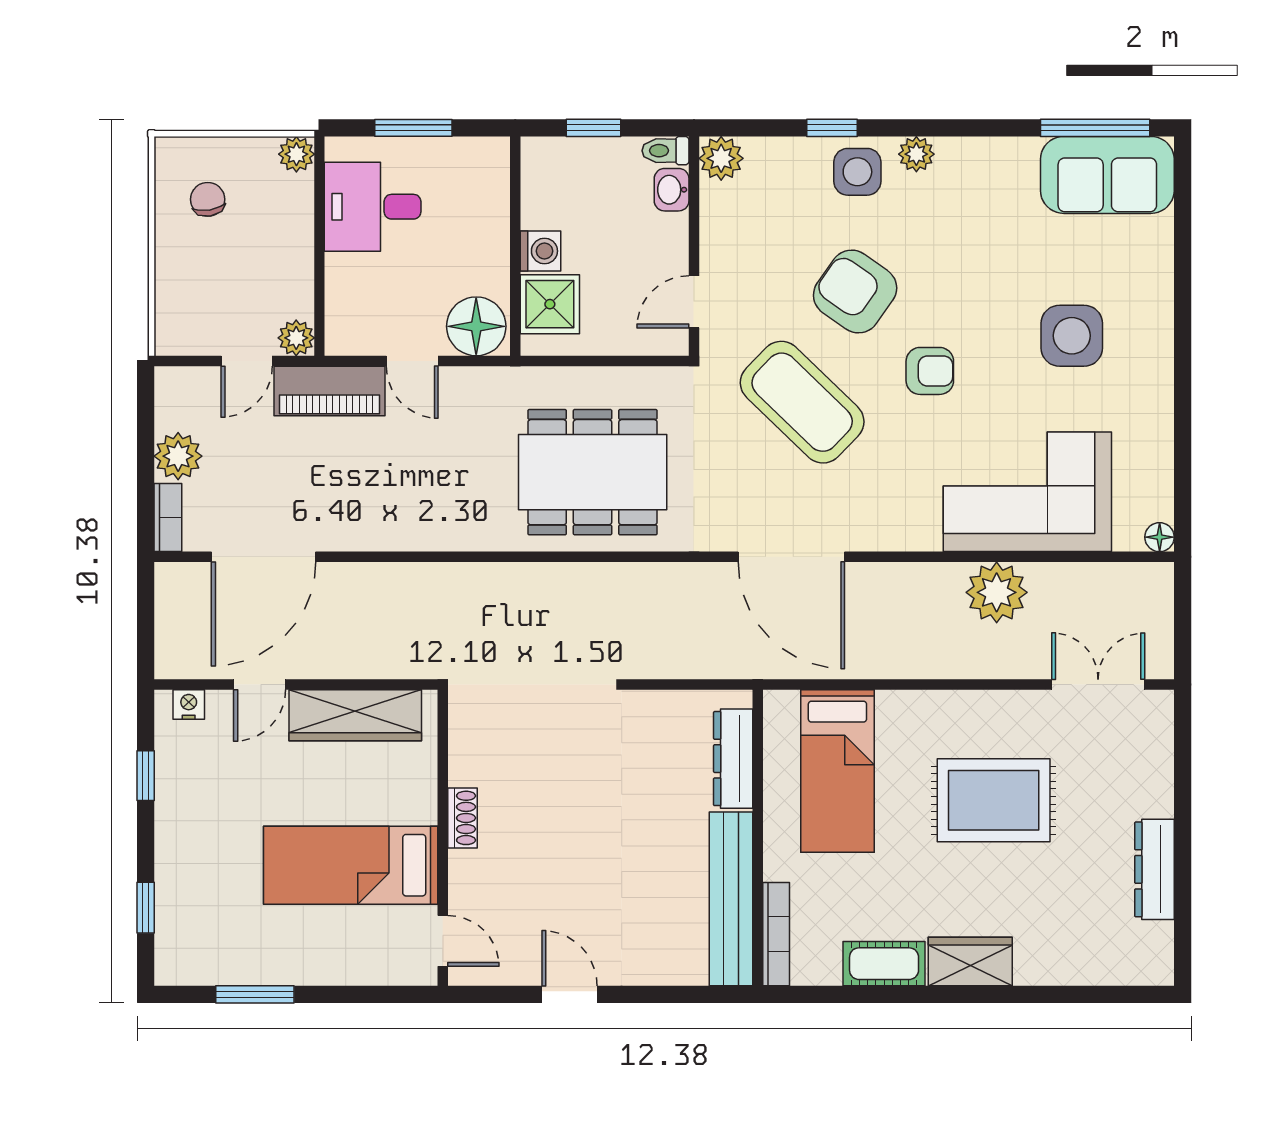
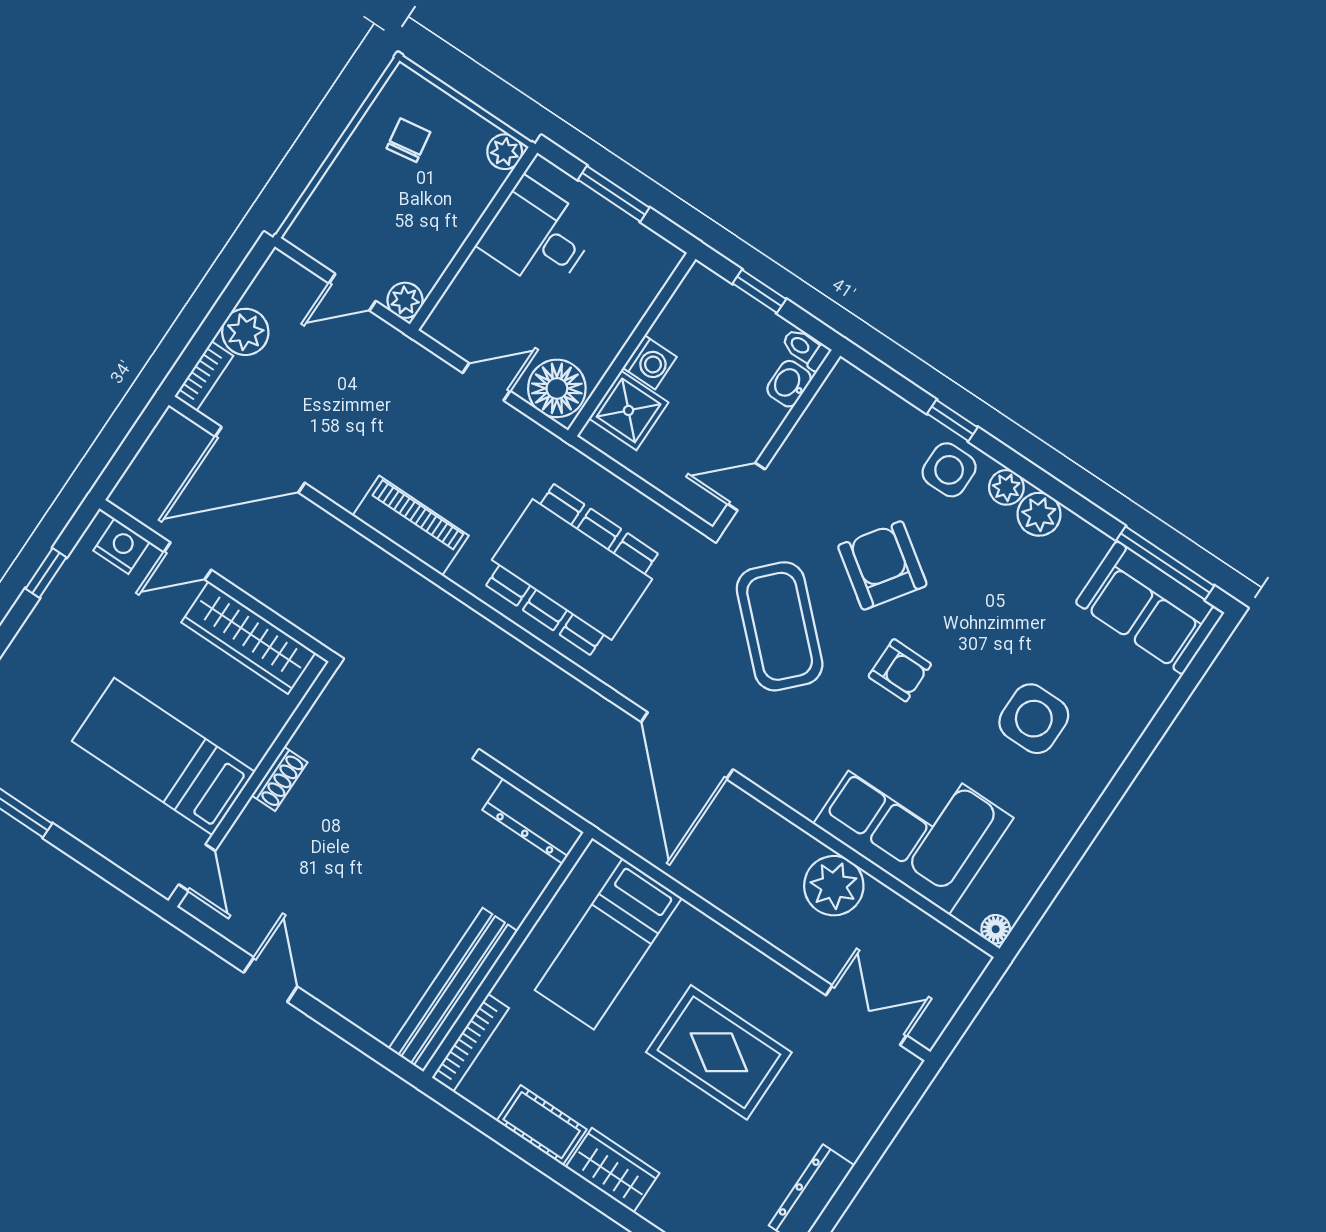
plant: (721, 158) -> (1039, 514), moved
door: (412, 361) -> (486, 382), swing flipped
piano: (329, 391) -> (411, 526), moved, turned 180
nightstand: (189, 704) -> (121, 546), width x1.39, depth x1.35
dresser: (733, 759) -> (533, 821), moved, turned -90

